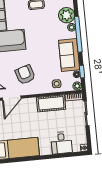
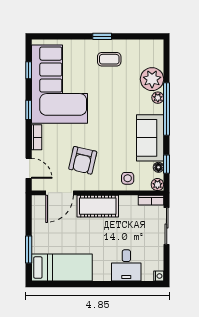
armchair: (25, 75) -> (83, 160), turned -150
cot: (51, 103) -> (98, 206), moved

